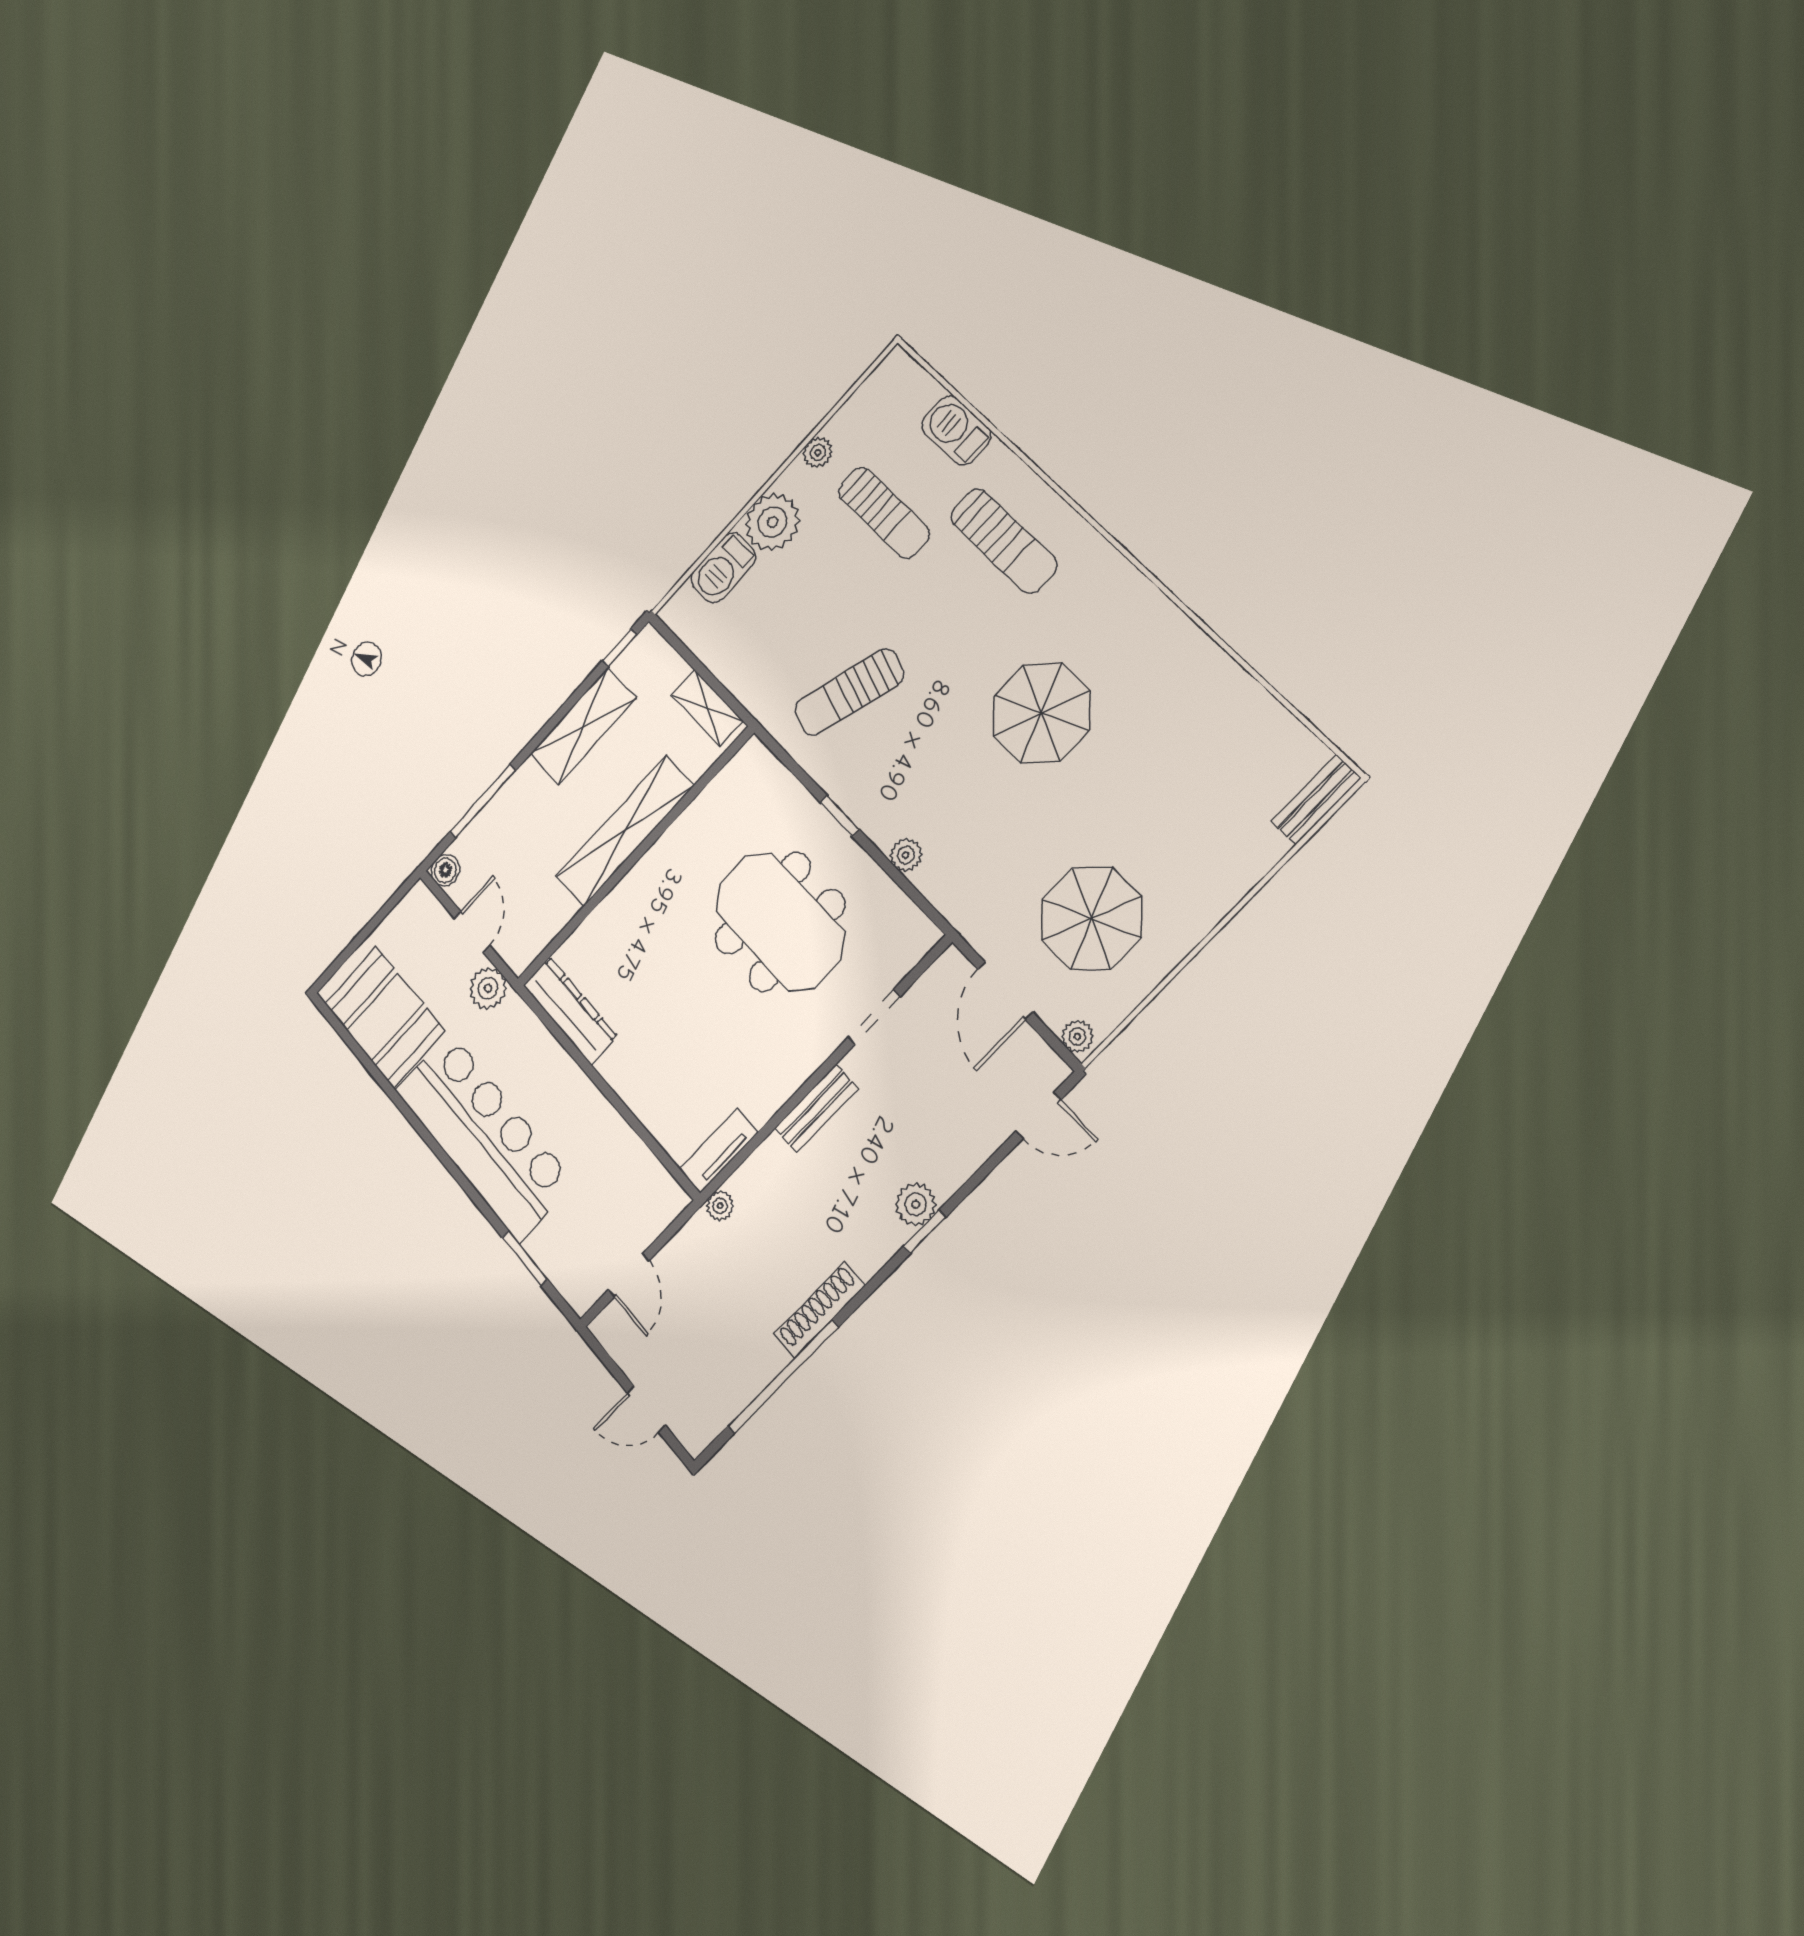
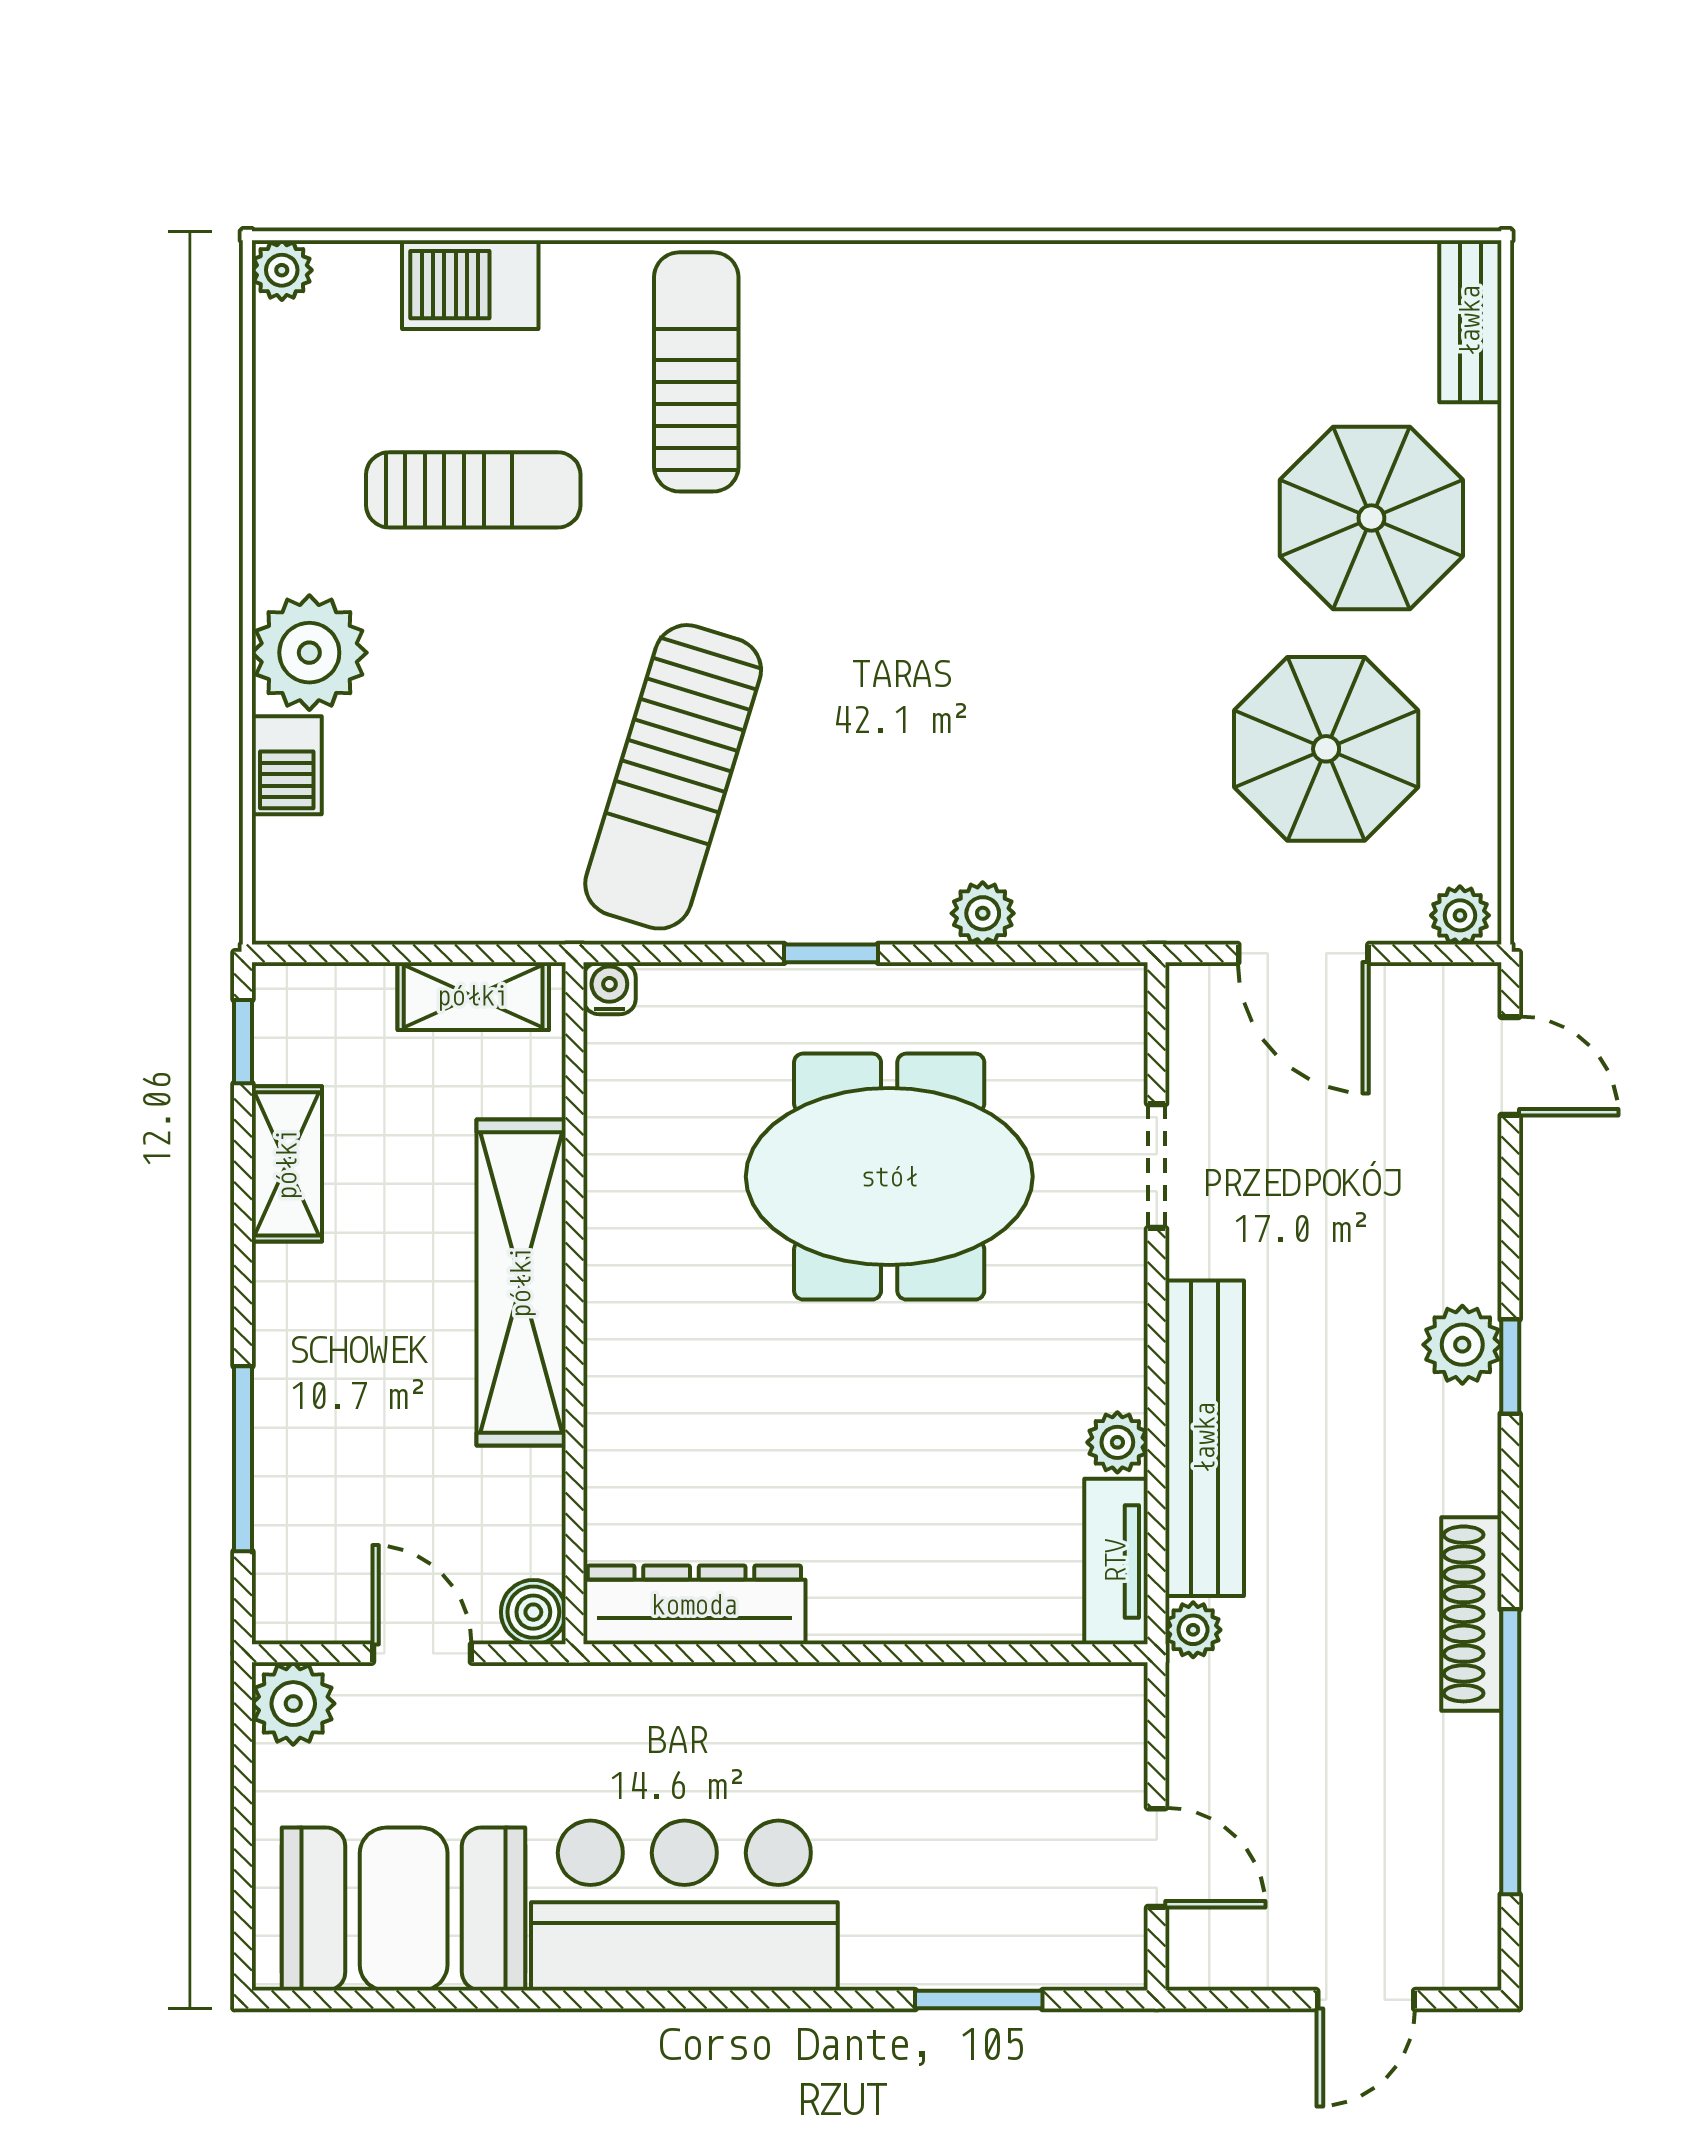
plant: (818, 452) -> (282, 270), moved
sun lounger: (1004, 541) -> (696, 372), turned -90
barbecue: (723, 568) -> (287, 765), width x0.73, depth x0.79
sun lounger: (849, 692) -> (673, 777), width x1.36, depth x1.34
parasol: (1041, 713) -> (1371, 518), moved
shelving: (583, 726) -> (287, 1164), width x0.67, depth x0.75
water cooler: (754, 751) -> (609, 988), added
boiler: (445, 870) -> (533, 1612), moved
plant: (488, 988) -> (293, 1704), moved
plant: (761, 1107) -> (1117, 1442), added
bench: (816, 1109) -> (1205, 1438), width x1.86, depth x1.21
door: (1038, 1116) -> (1510, 1066), hinge flipped
bar counter: (484, 1136) -> (684, 1906), width x0.73

